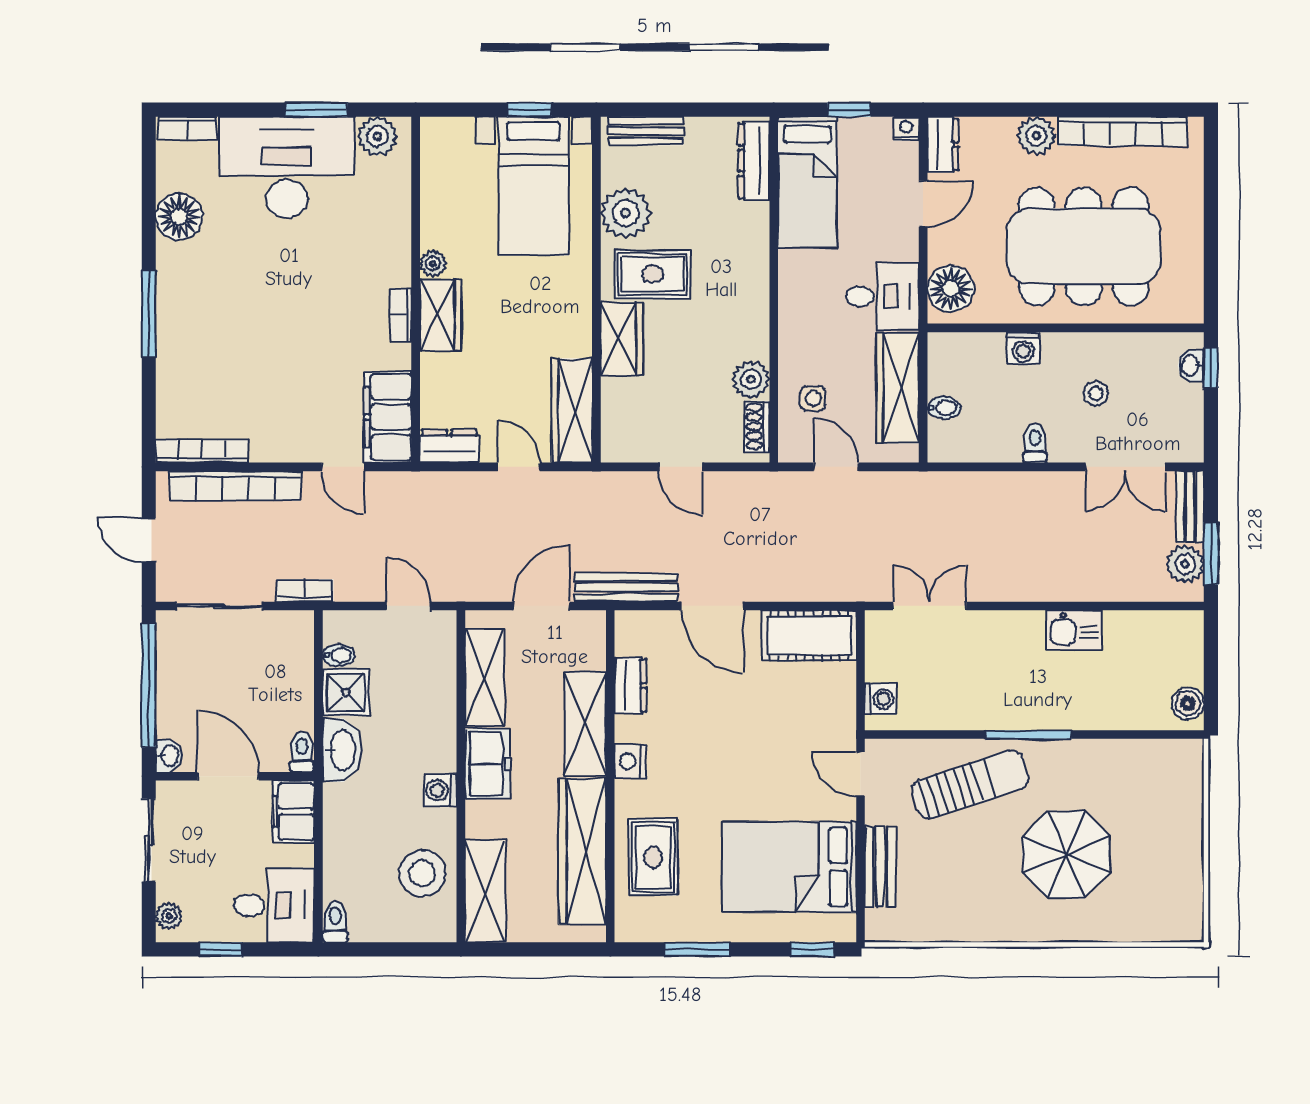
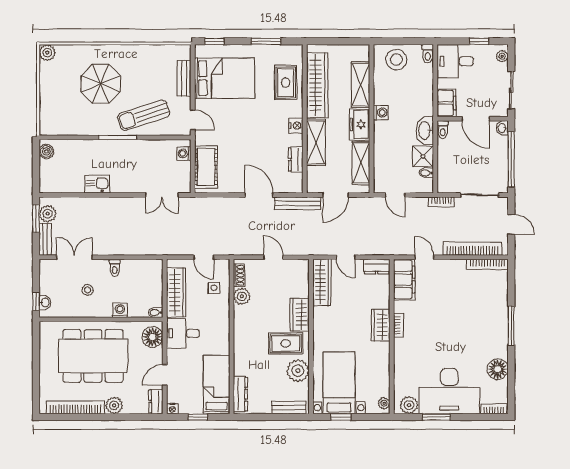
plant: (433, 263) -> (384, 403), moved
bidet: (944, 408) -> (156, 313), moved
cot: (809, 635) -> (206, 167), moved, turned 90
stool: (422, 873) -> (396, 60), moved
shelving: (485, 891) -> (361, 85), moved
plant: (1186, 924) -> (47, 53), added

